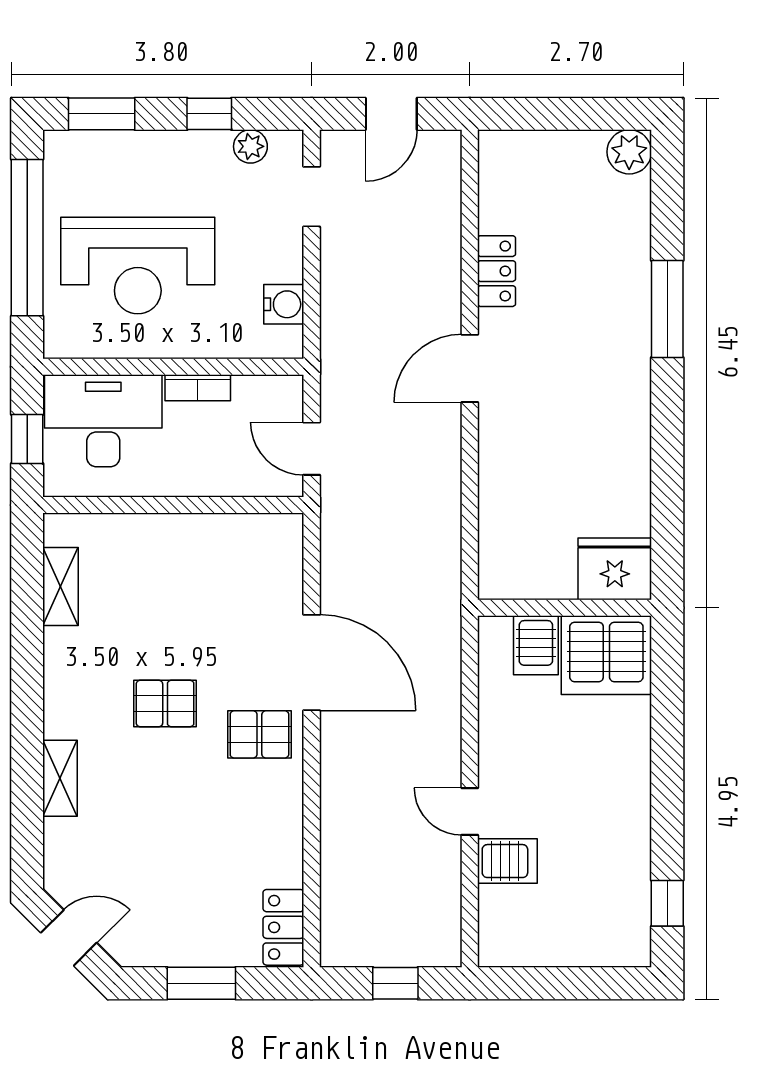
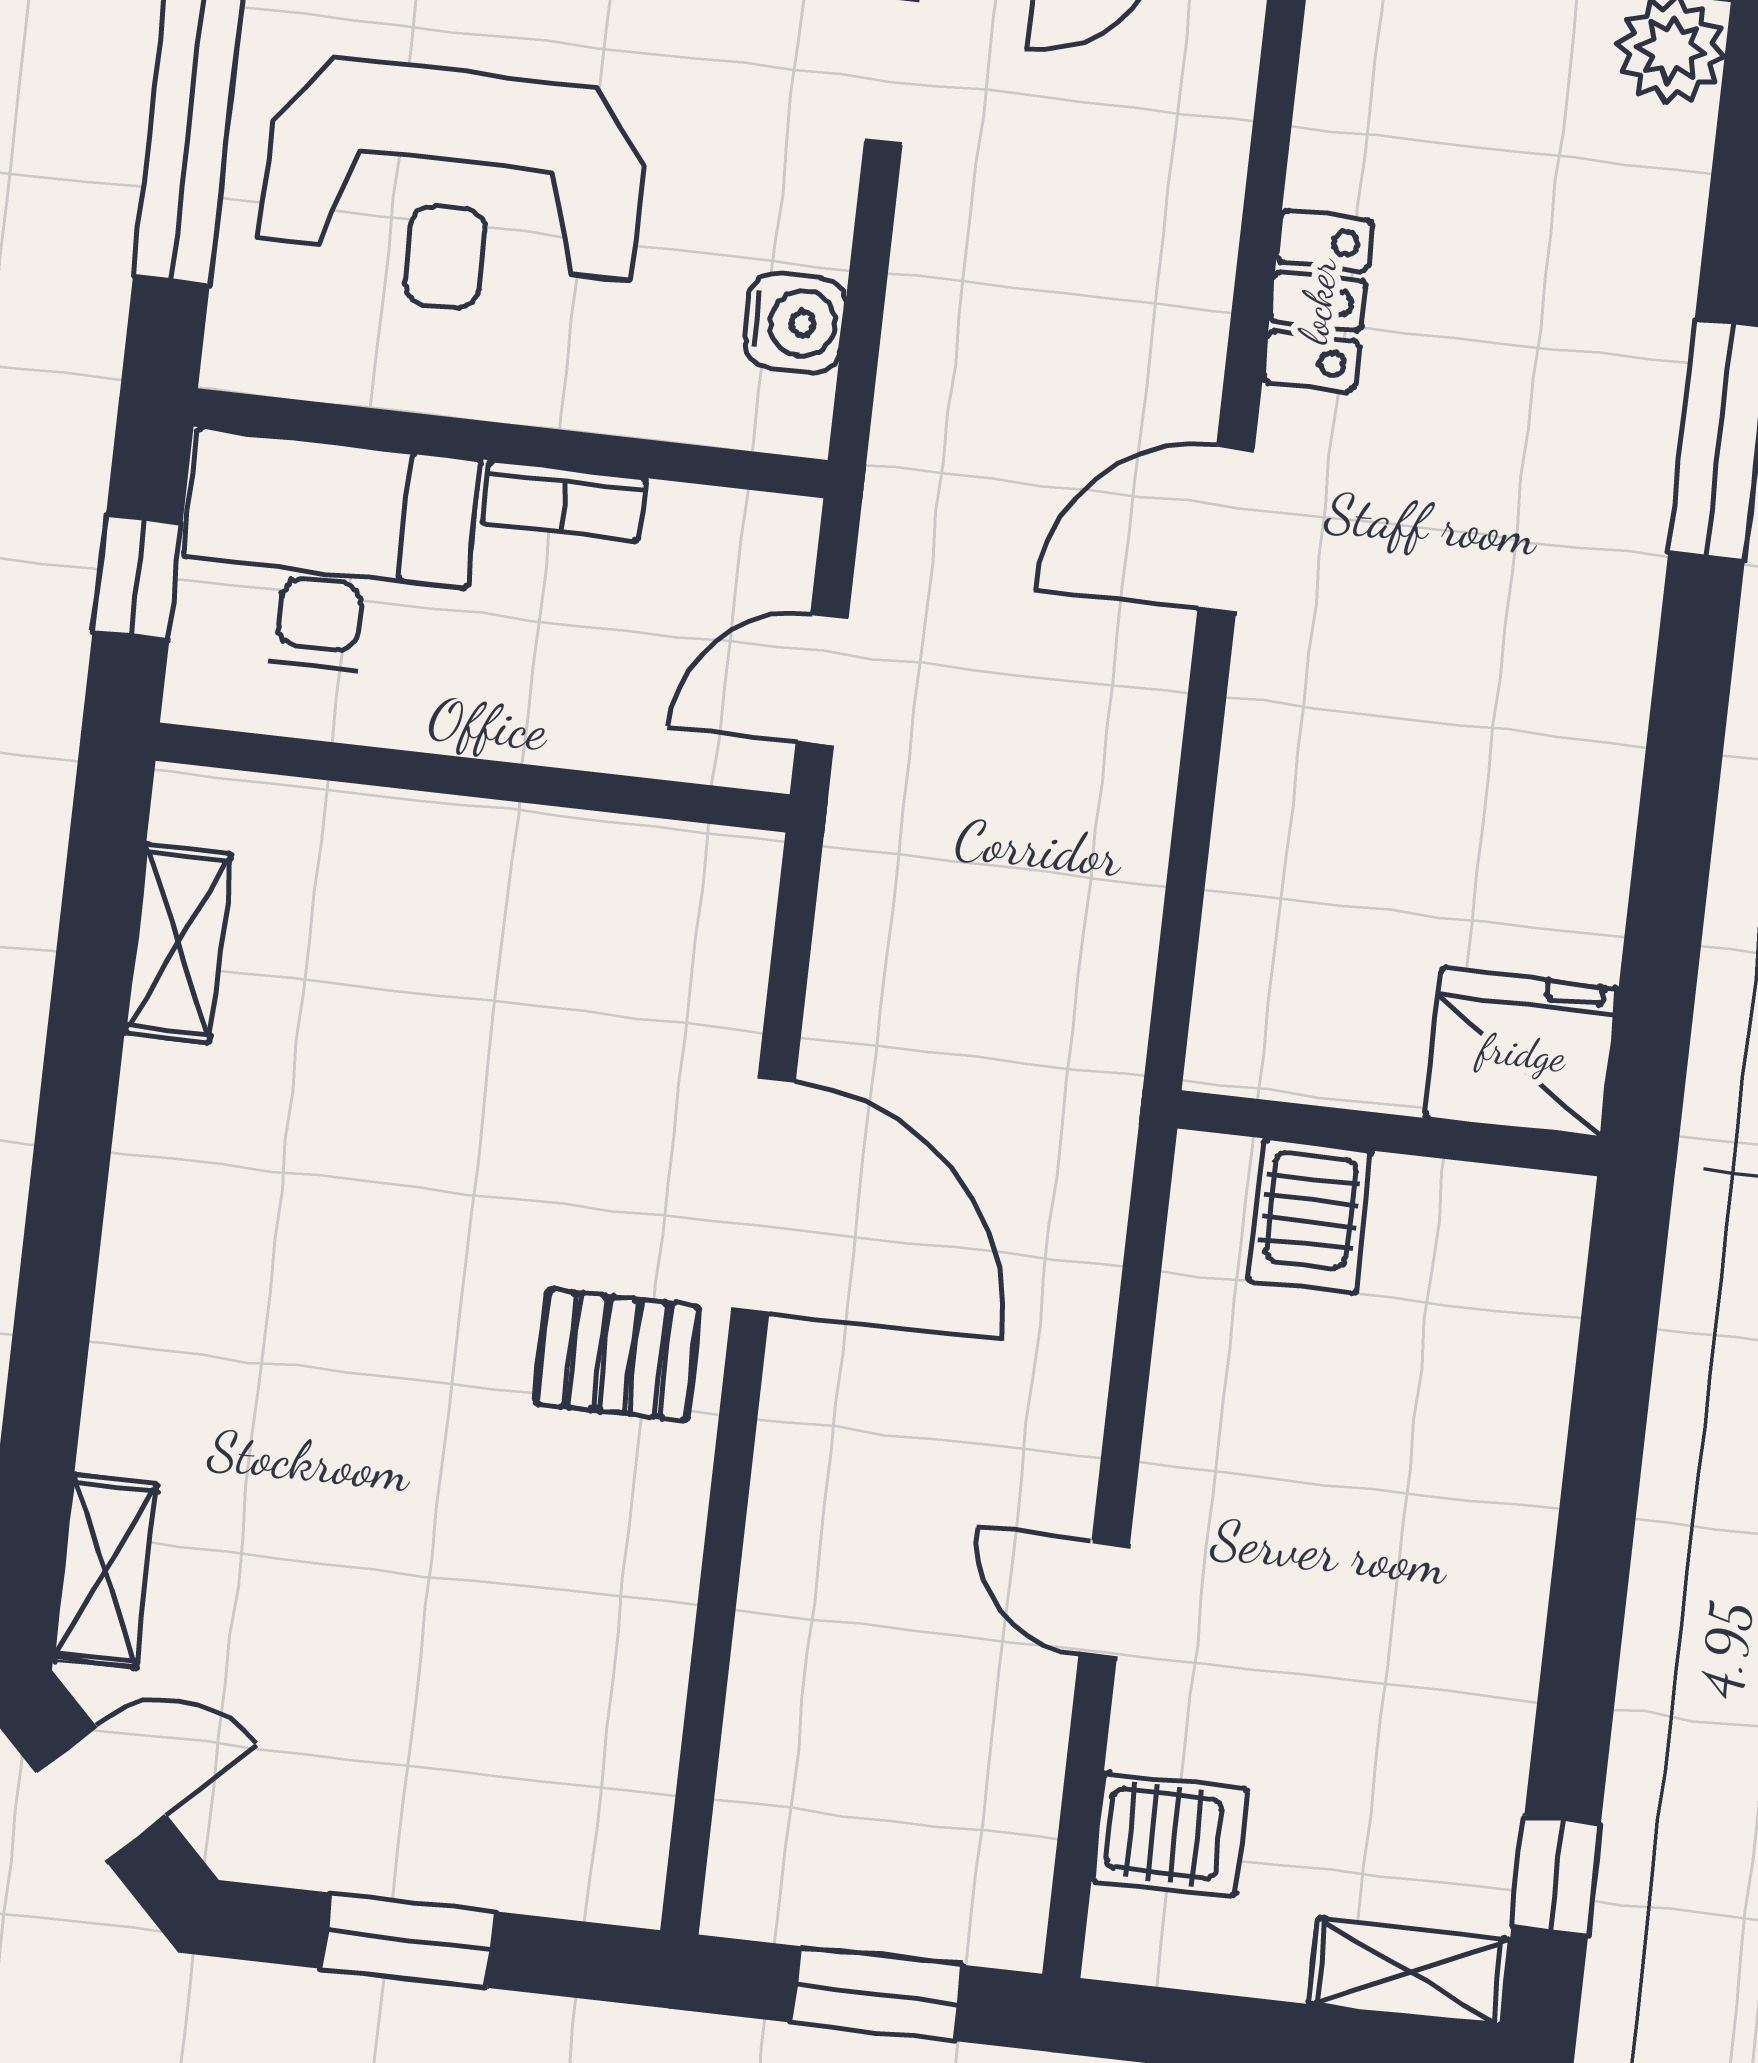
door: (312, 449) -> (822, 679), hinge flipped
server rack: (606, 655) -> (1478, 1259), removed
pallet: (165, 704) -> (398, 1255), removed
shelving: (60, 778) -> (105, 1571), moved
server rack: (507, 861) -> (1169, 1834), moved
locker: (283, 927) -> (622, 1828), removed
shelving: (612, 950) -> (1409, 1972), added
window: (395, 983) -> (878, 1994), width x1.50

